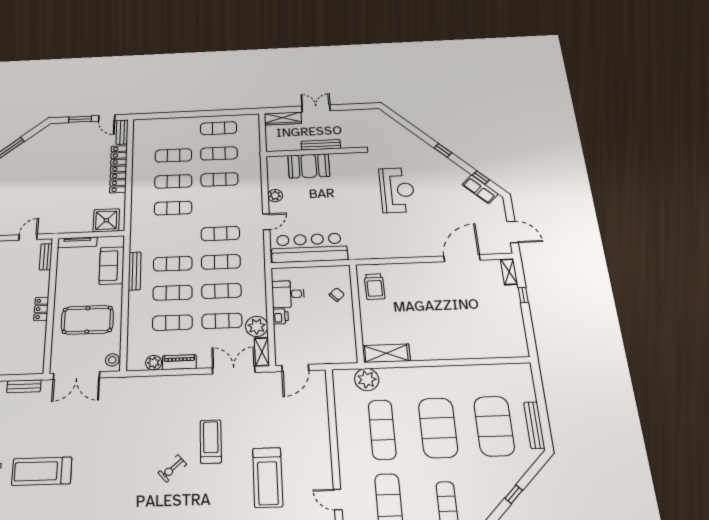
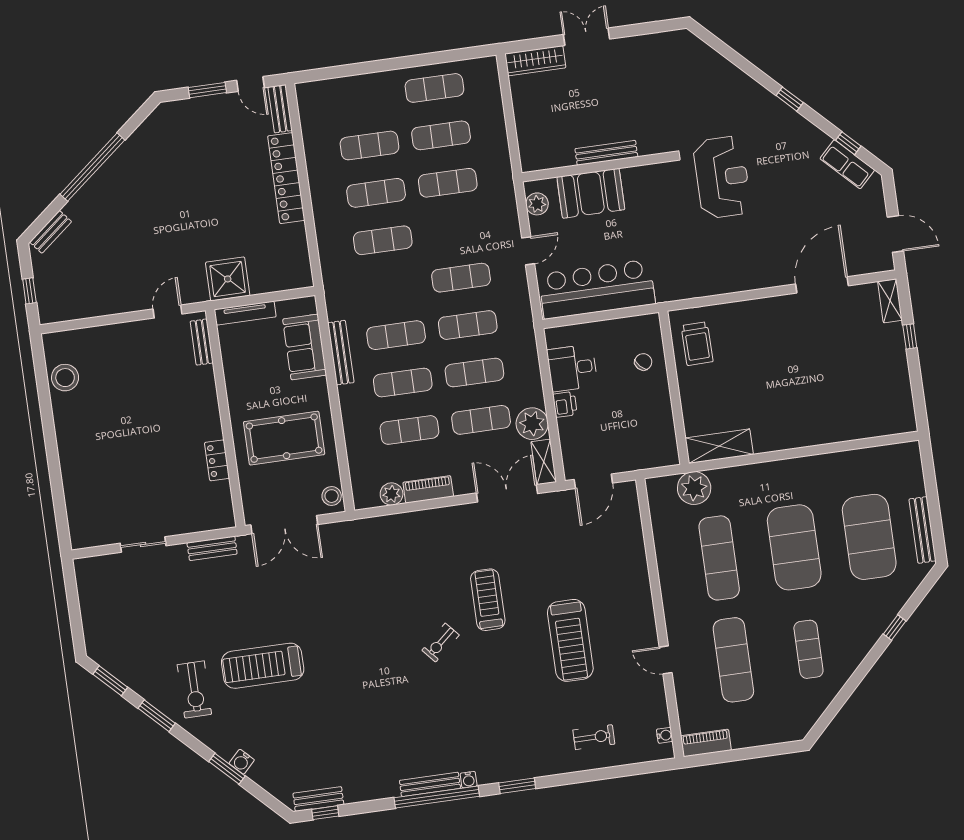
bench: (321, 145) -> (606, 153), moved
wall: (314, 152) -> (596, 167), moved
booth: (309, 166) -> (591, 193), moved
shower: (106, 220) -> (228, 279), moved
locker: (41, 309) -> (217, 460), moved

